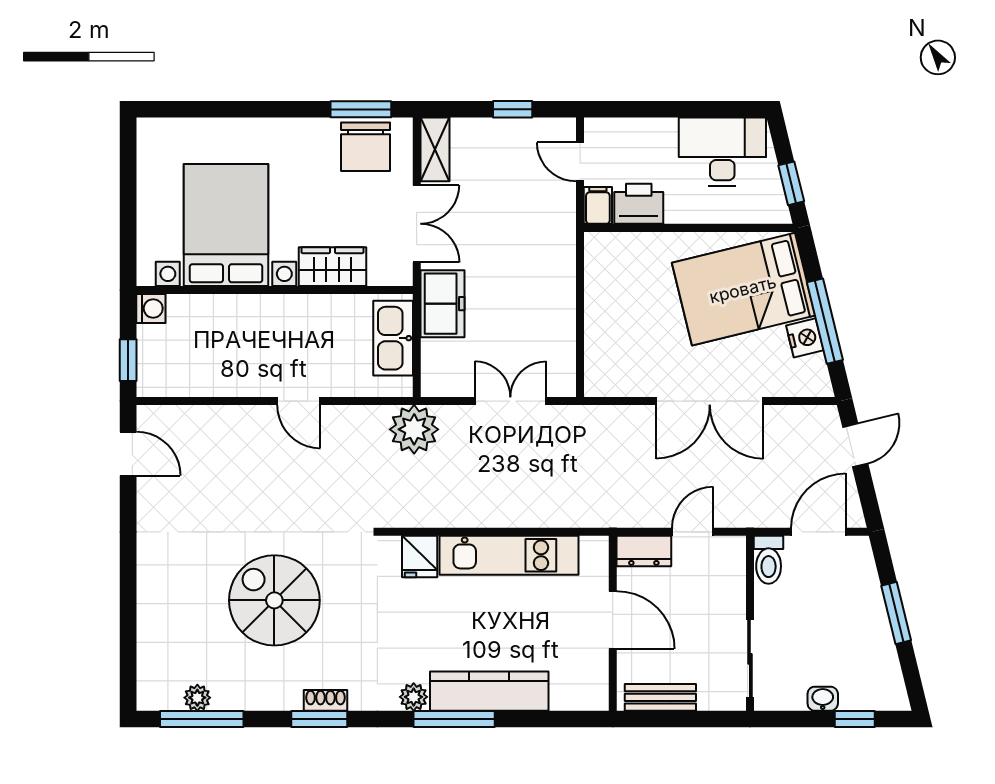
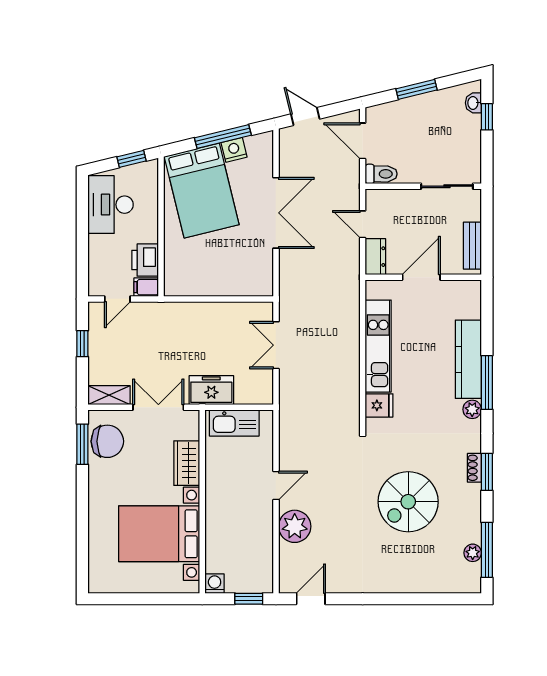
plant: (414, 429) -> (295, 526), moved
washbasin: (823, 699) -> (473, 103), moved

